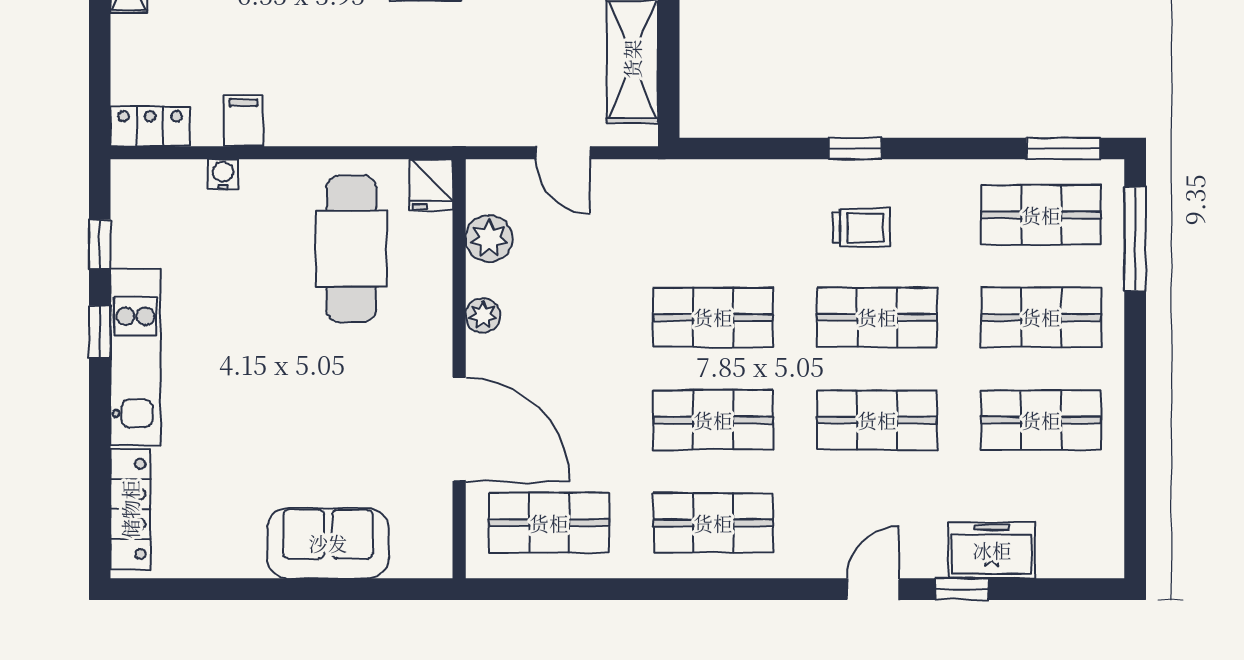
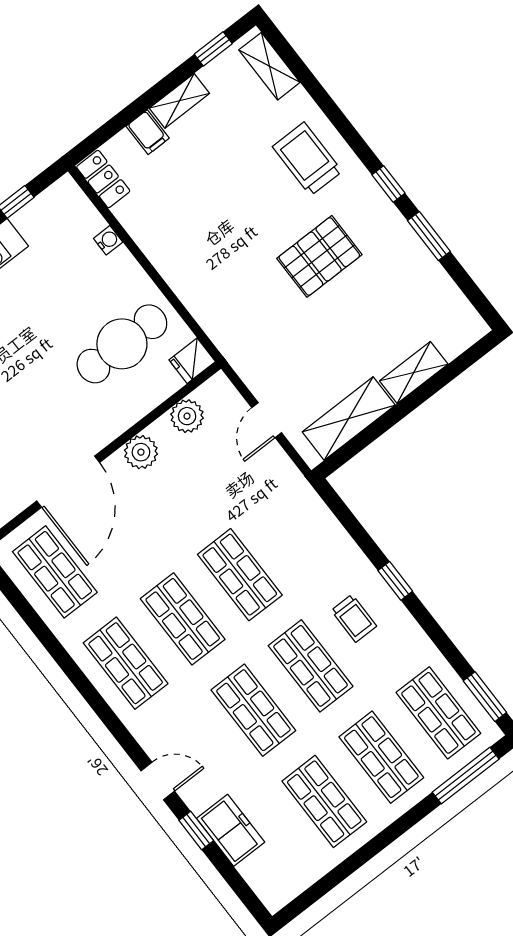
filing cabinet: (243, 121) -> (148, 132), moved, turned 90
plant: (483, 315) -> (141, 452), width x1.38, depth x1.38

